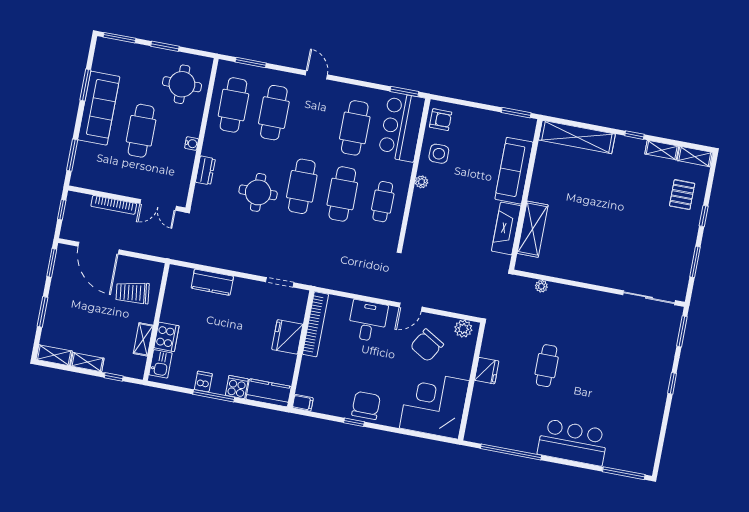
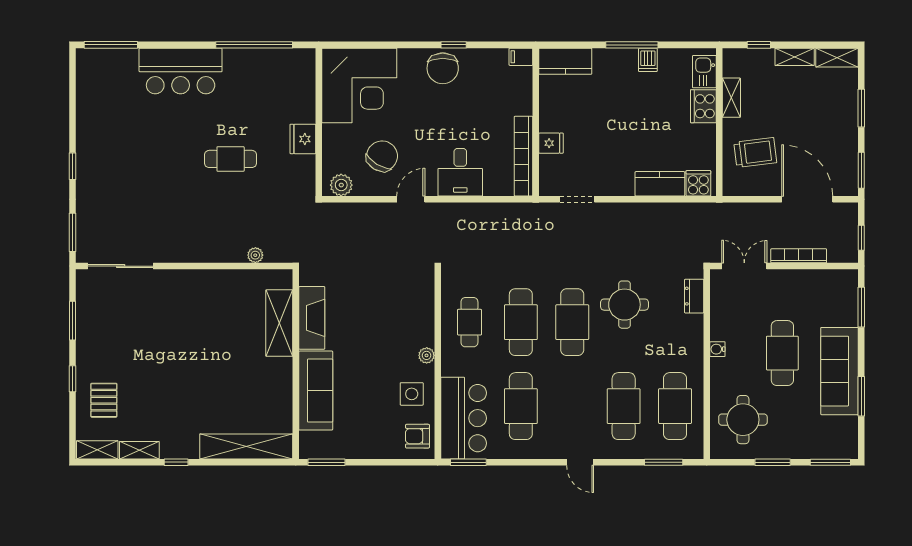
dresser: (205, 170) -> (694, 296), moved
fridge: (287, 337) -> (551, 143), width x0.53, depth x0.75
cafe table: (547, 366) -> (231, 159), turned 90
cooker: (237, 387) -> (698, 183), moved, turned 180

